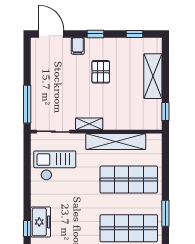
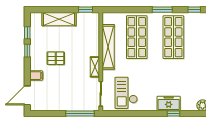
window: (96, 34) -> (27, 51), moved

